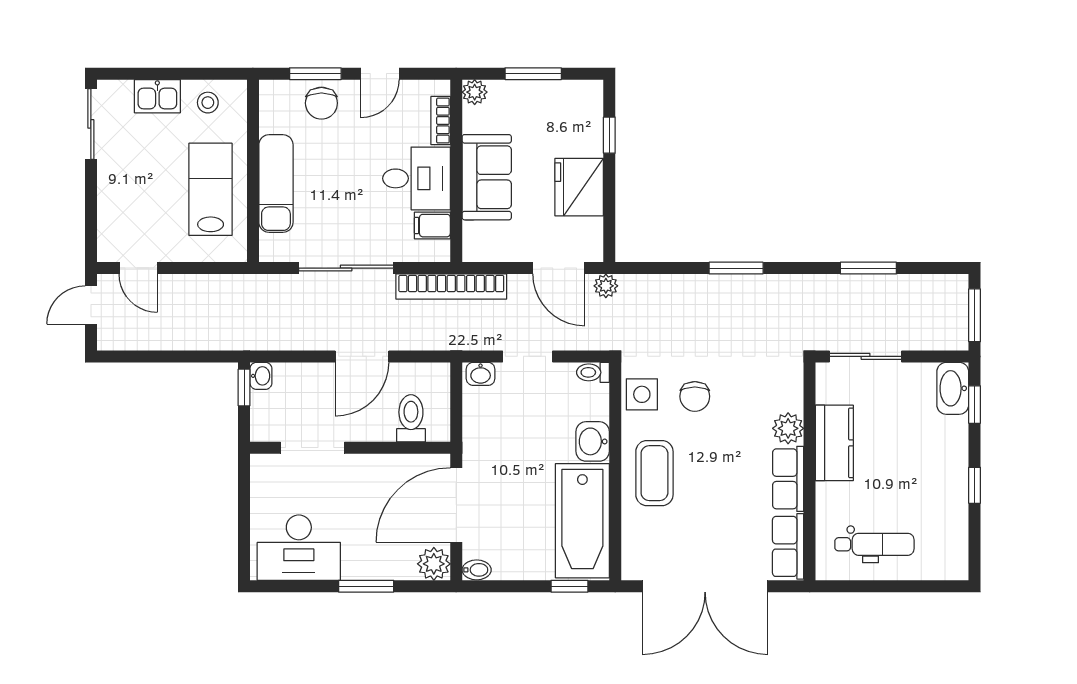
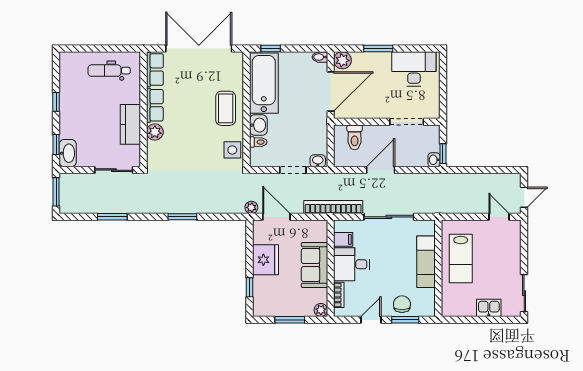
stool: (208, 103) -> (462, 305), removed
toilet: (593, 372) -> (258, 142), moved
chair: (695, 396) -> (204, 149), removed

